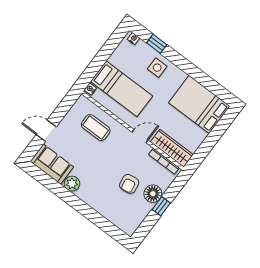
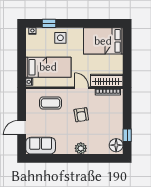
door: (140, 136) -> (82, 88), hinge flipped
plant: (72, 184) -> (81, 148), moved
armchair: (129, 184) -> (81, 115), moved
floor lamp: (153, 194) -> (116, 145), moved
window: (161, 206) -> (127, 135), moved

